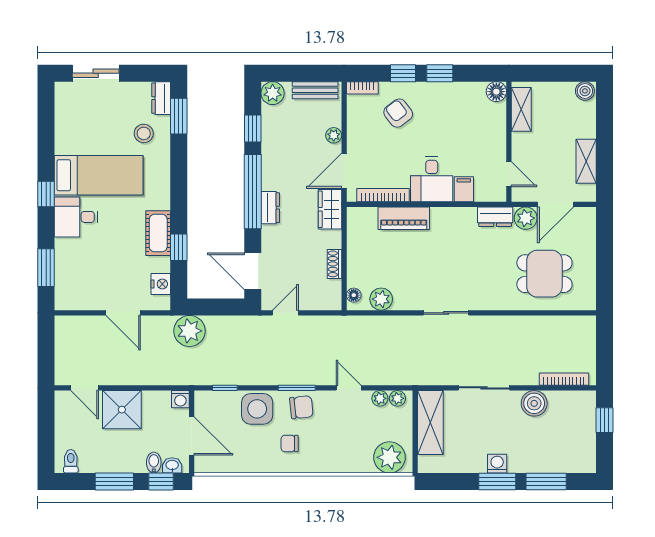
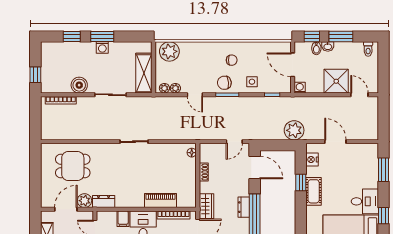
plant: (381, 299) -> (175, 150), removed
side table: (257, 409) -> (252, 82), width x0.54, depth x0.54
washbasin: (172, 465) -> (328, 46), moved
window: (546, 481) -> (72, 36), width x0.67

